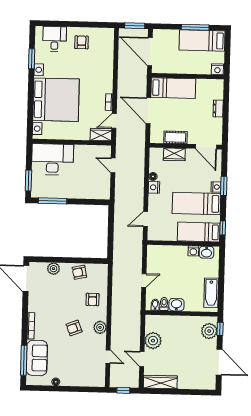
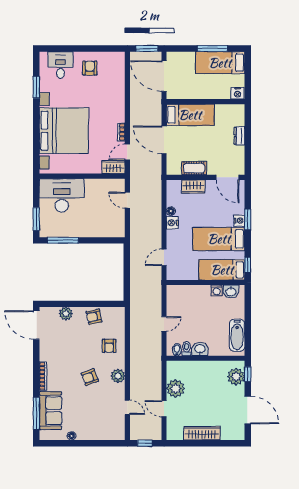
wardrobe: (160, 382) -> (202, 433), moved

